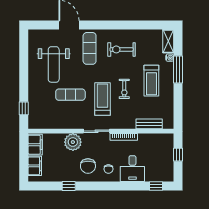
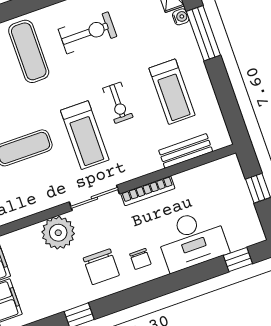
exercise bike: (122, 49) -> (88, 33), turned 180
treadmill: (151, 81) -> (172, 92), moved
treadmill: (103, 99) -> (85, 135), turned 180
desk: (132, 169) -> (192, 240), width x1.37

